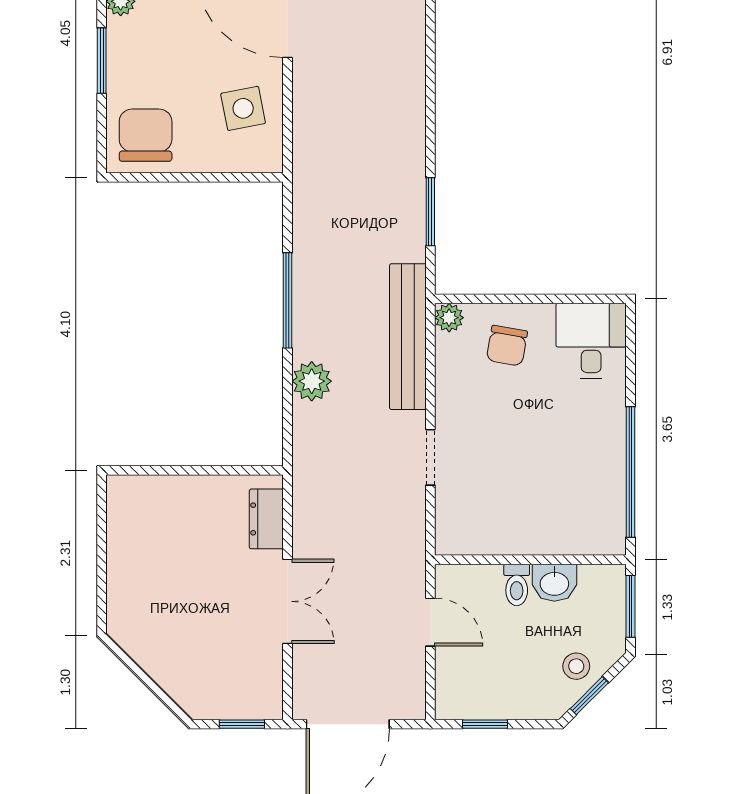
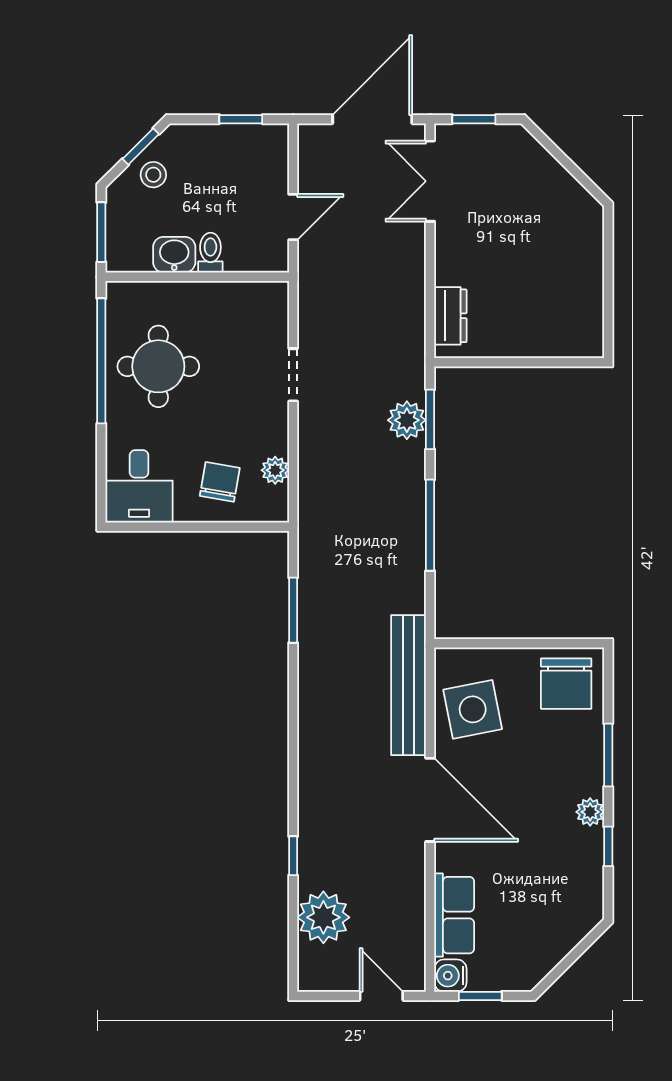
side table: (243, 108) -> (473, 709), width x1.37, depth x1.37
plant: (449, 318) -> (275, 470), moved
bench: (408, 337) -> (409, 685), moved
plant: (312, 381) -> (407, 420), moved
window: (287, 411) -> (430, 419), added
round table: (571, 466) -> (158, 366), added
double door: (287, 601) -> (430, 181), moved
door: (430, 622) -> (293, 217), swing flipped

